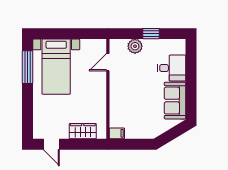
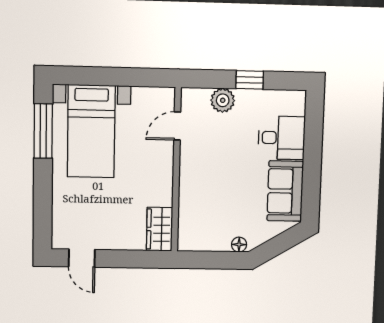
wardrobe: (83, 131) -> (160, 229), moved, turned -90
filing cabinet: (117, 133) -> (189, 242), removed
floor lamp: (148, 134) -> (239, 245), added

